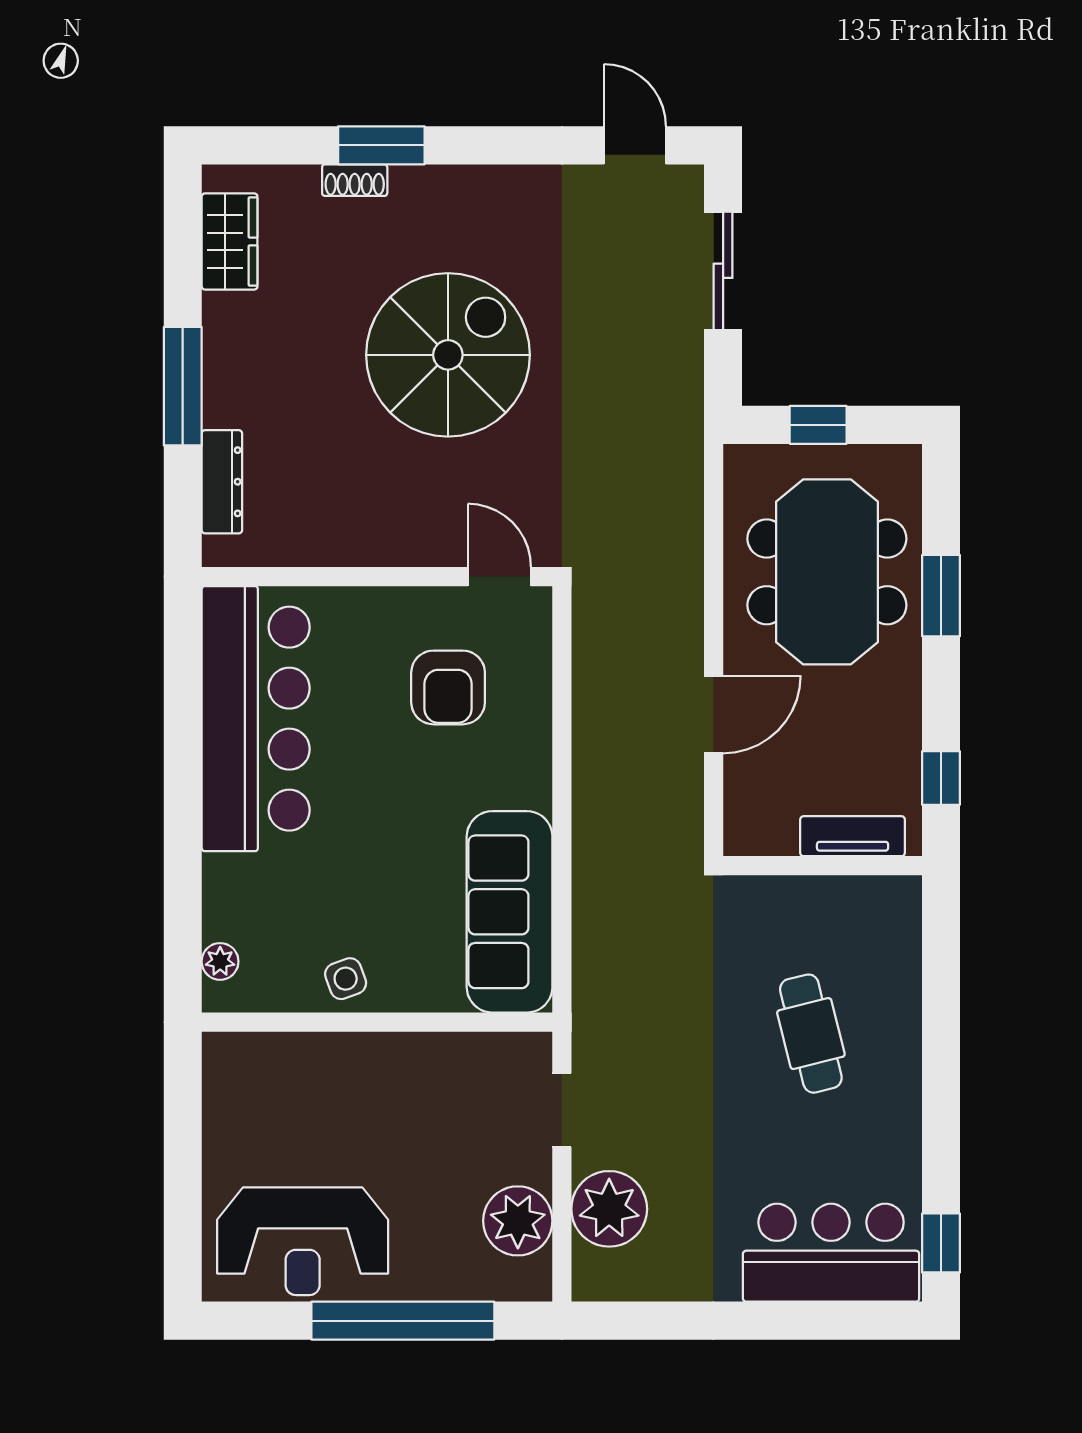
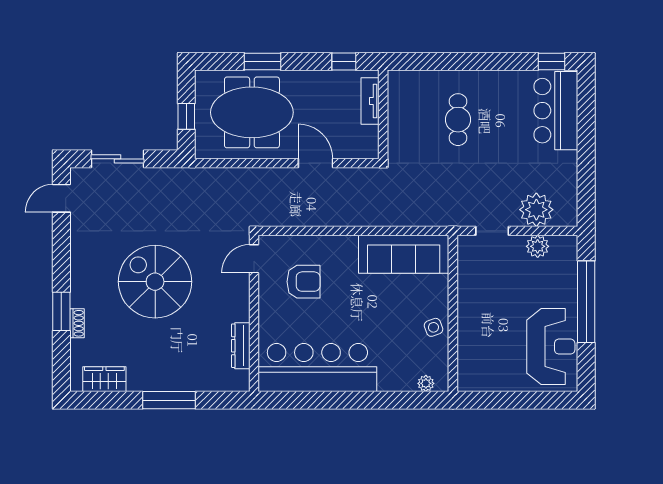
dresser: (222, 482) -> (241, 346), moved, turned -90
cafe table: (811, 1034) -> (458, 120), turned -76
plant: (518, 1221) -> (538, 246), width x0.73, depth x0.73

